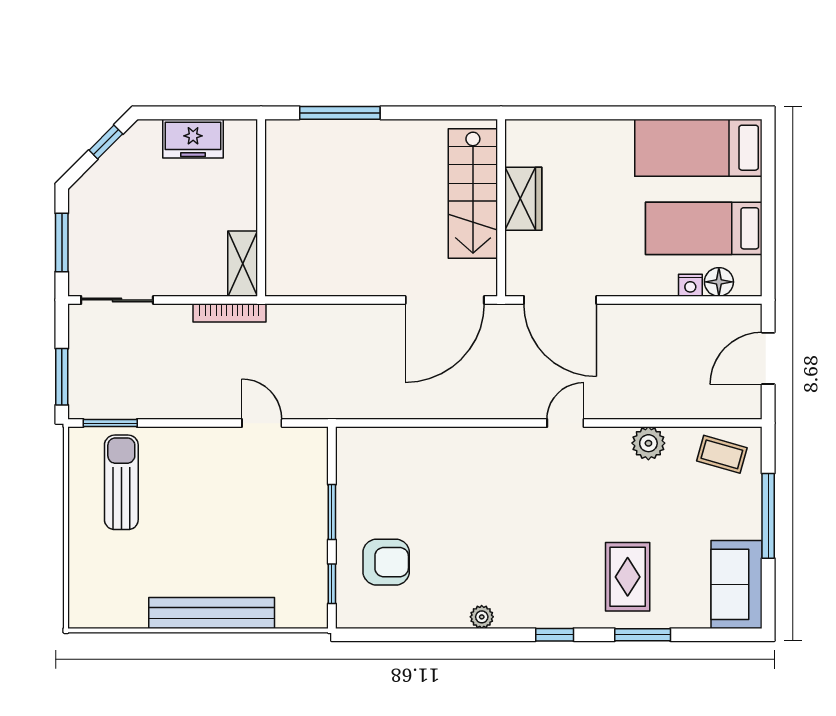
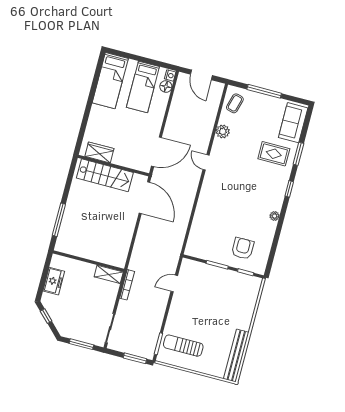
wardrobe: (523, 199) -> (99, 152), moved
nightstand: (690, 285) -> (170, 75), moved
sofa: (736, 584) -> (293, 123), moved, turned 90
bench: (212, 613) -> (236, 356), moved

